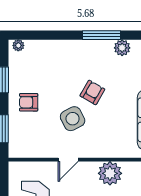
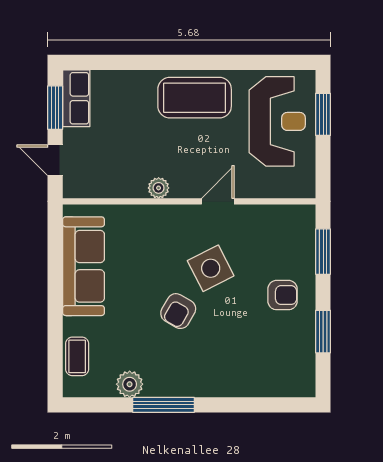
plant: (18, 45) -> (299, 388), removed
plant: (110, 173) -> (159, 188), width x0.53, depth x0.53

